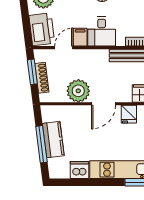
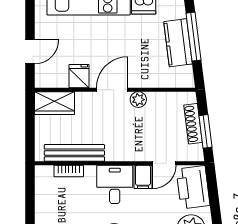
plant: (78, 91) -> (138, 100), width x0.53, depth x0.53

